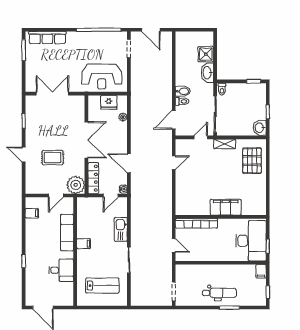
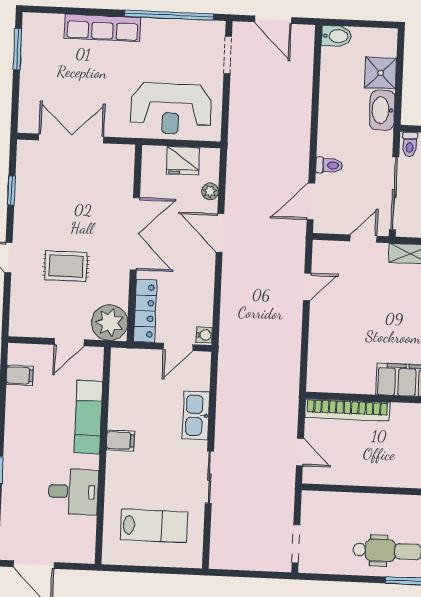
row of seats: (47, 38) -> (102, 28), moved
bidet: (183, 91) -> (336, 36), moved
door: (129, 163) -> (220, 233), moved

